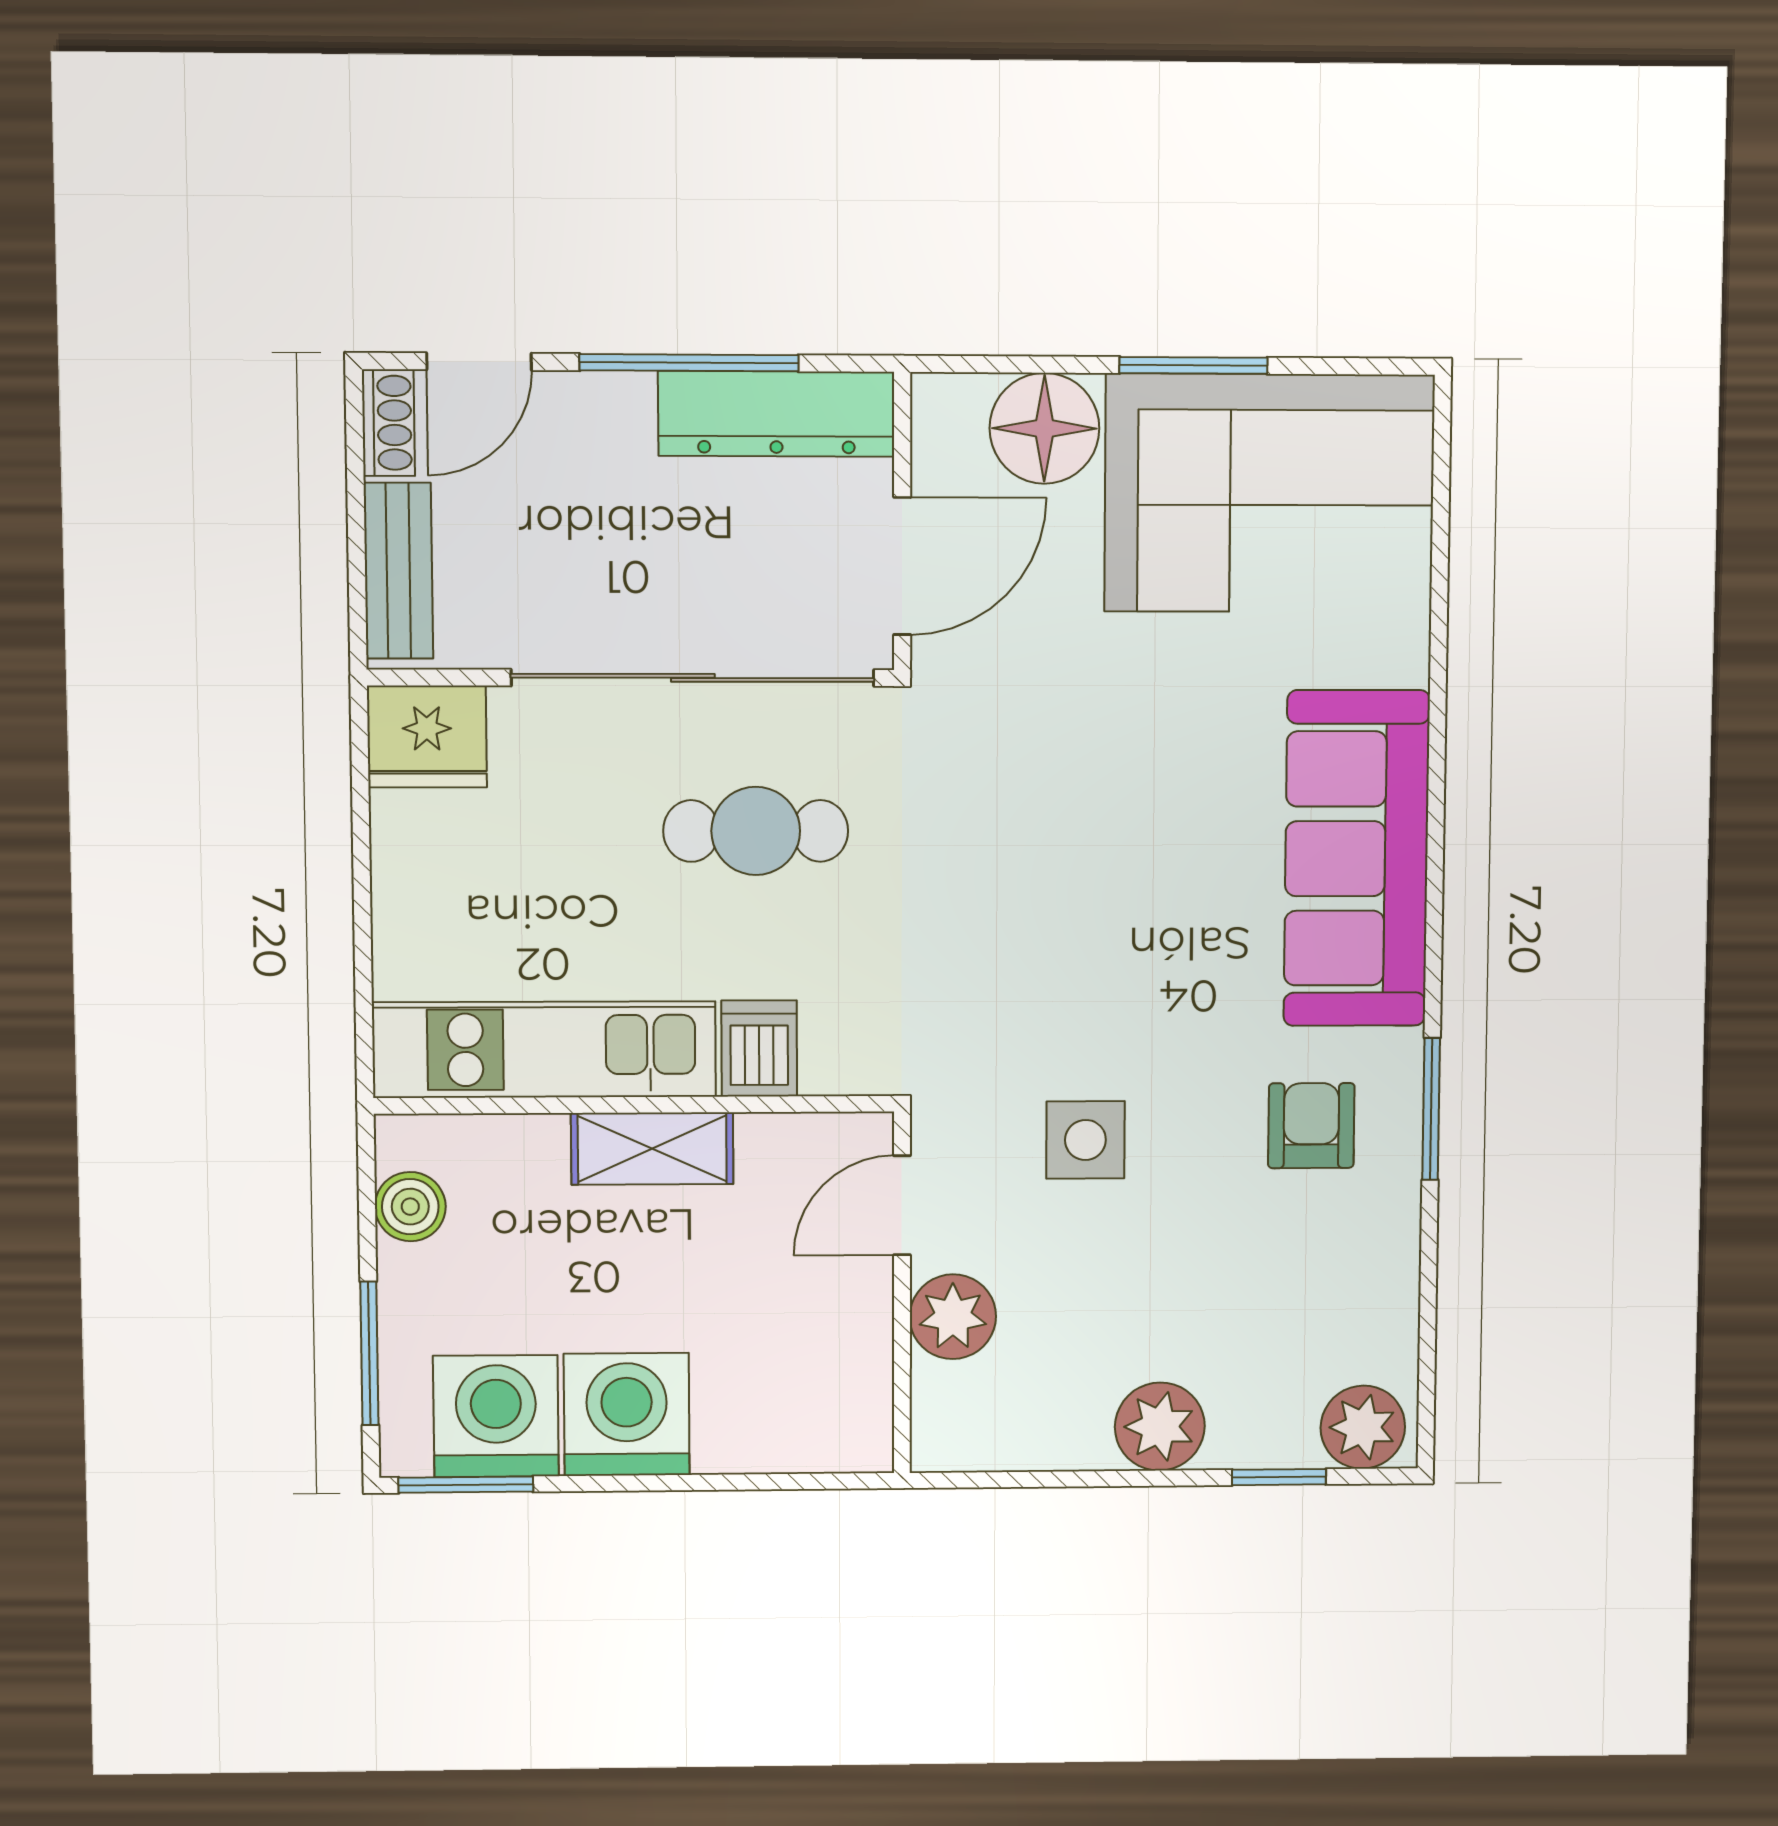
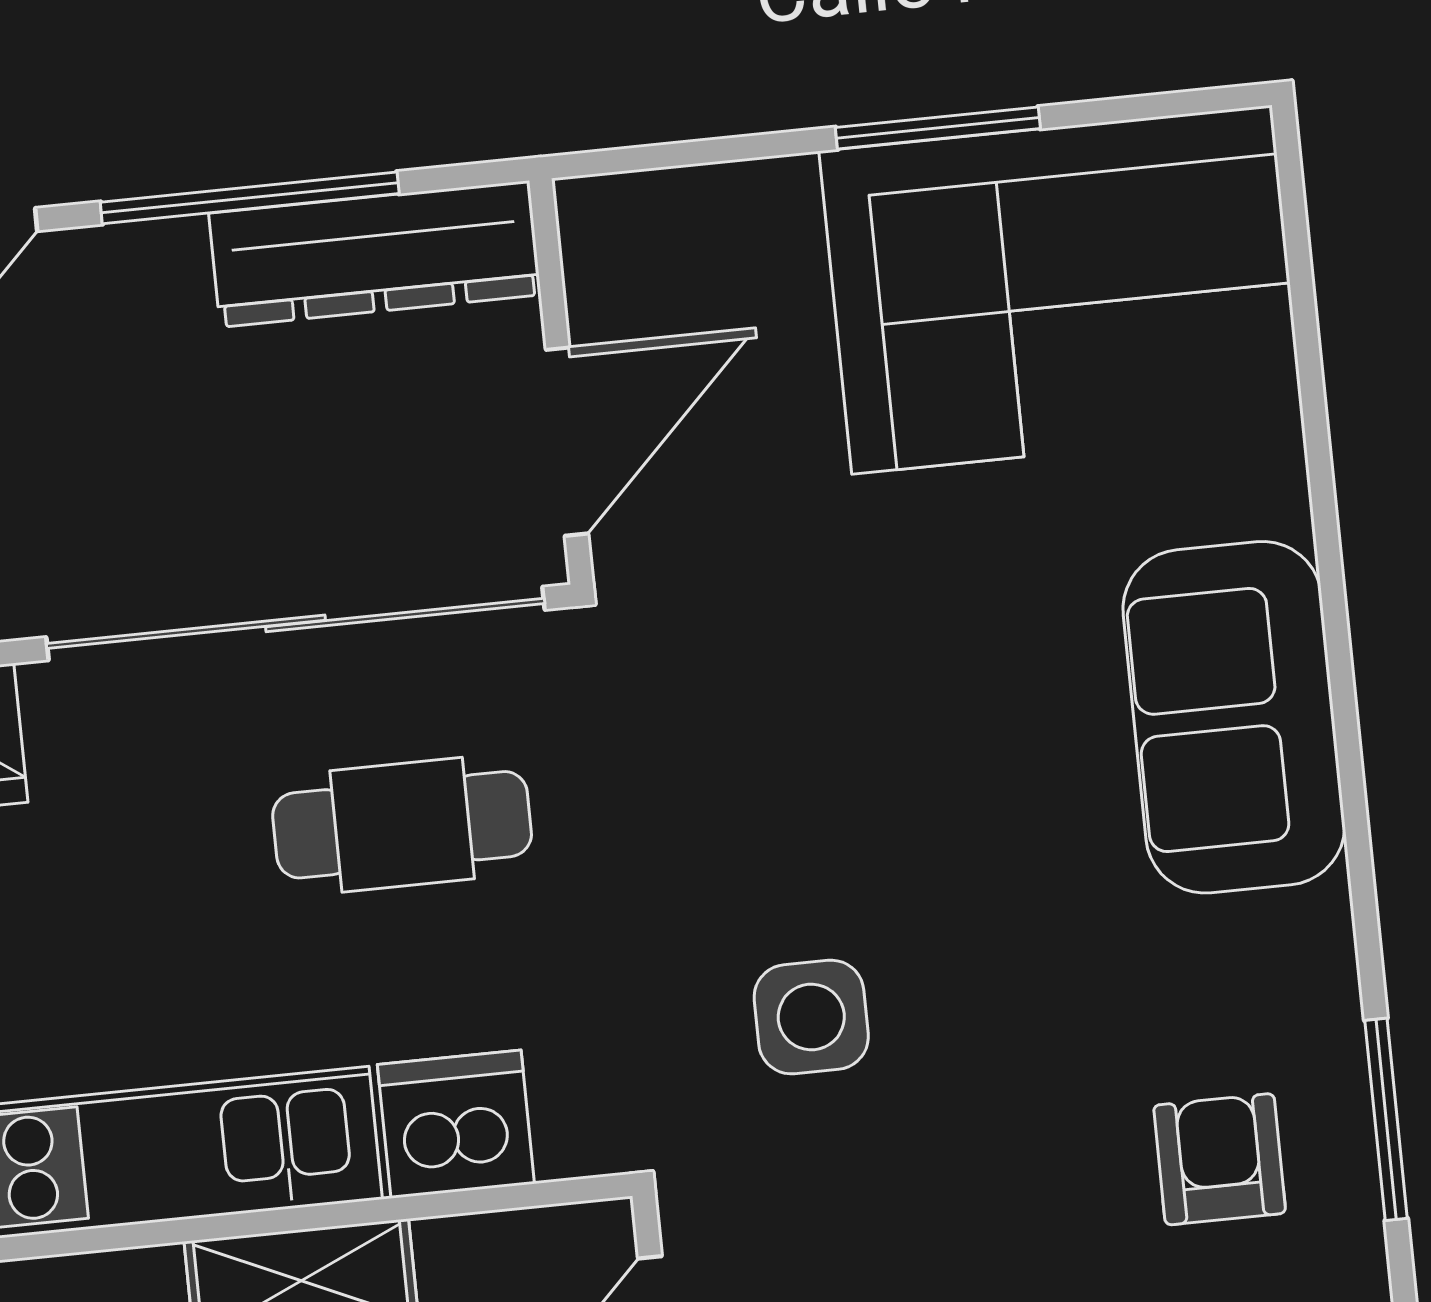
floor lamp: (1044, 428) -> (743, 235), removed
sofa: (1356, 859) -> (1234, 717), width x0.73
dishwasher: (759, 1048) -> (456, 1124), width x1.38
side table: (1085, 1140) -> (811, 1017), moved

